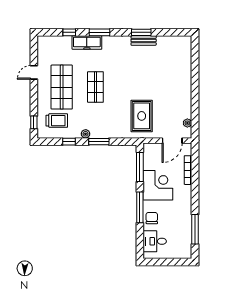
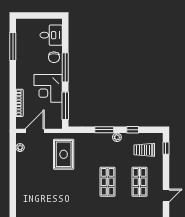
shop shelf: (62, 87) -> (140, 182), width x0.70, depth x0.74

